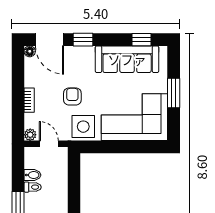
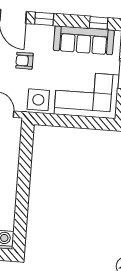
armchair: (72, 97) -> (24, 61), moved, turned -90

